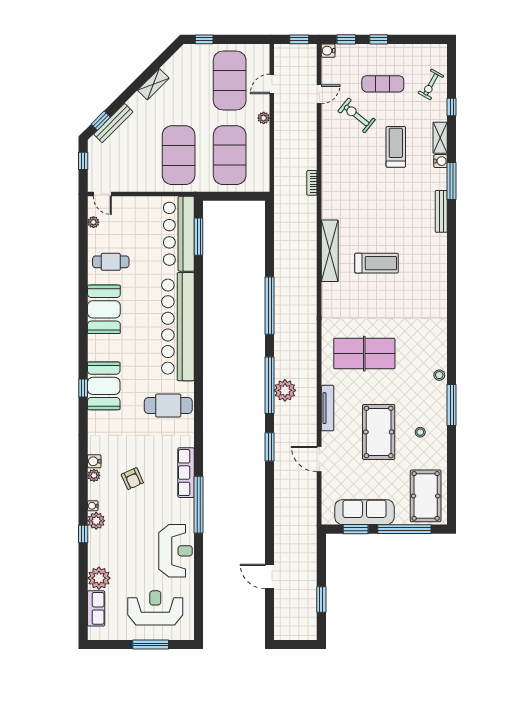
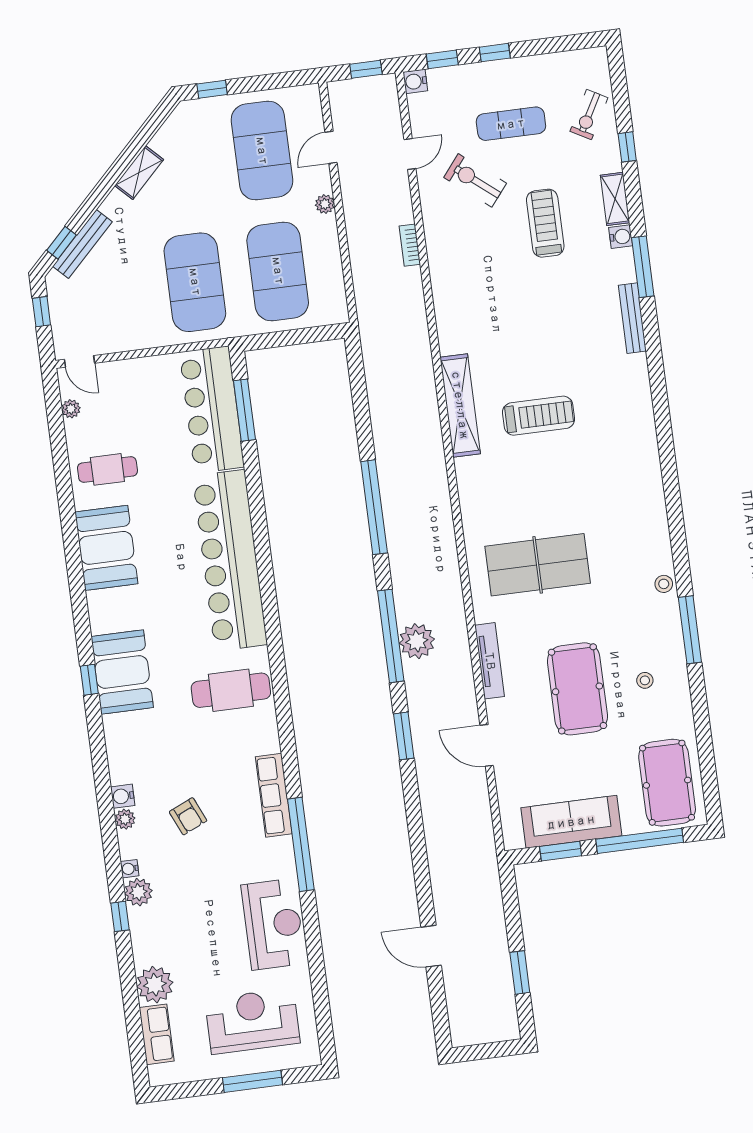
bookcase: (312, 183) -> (410, 245), moved

